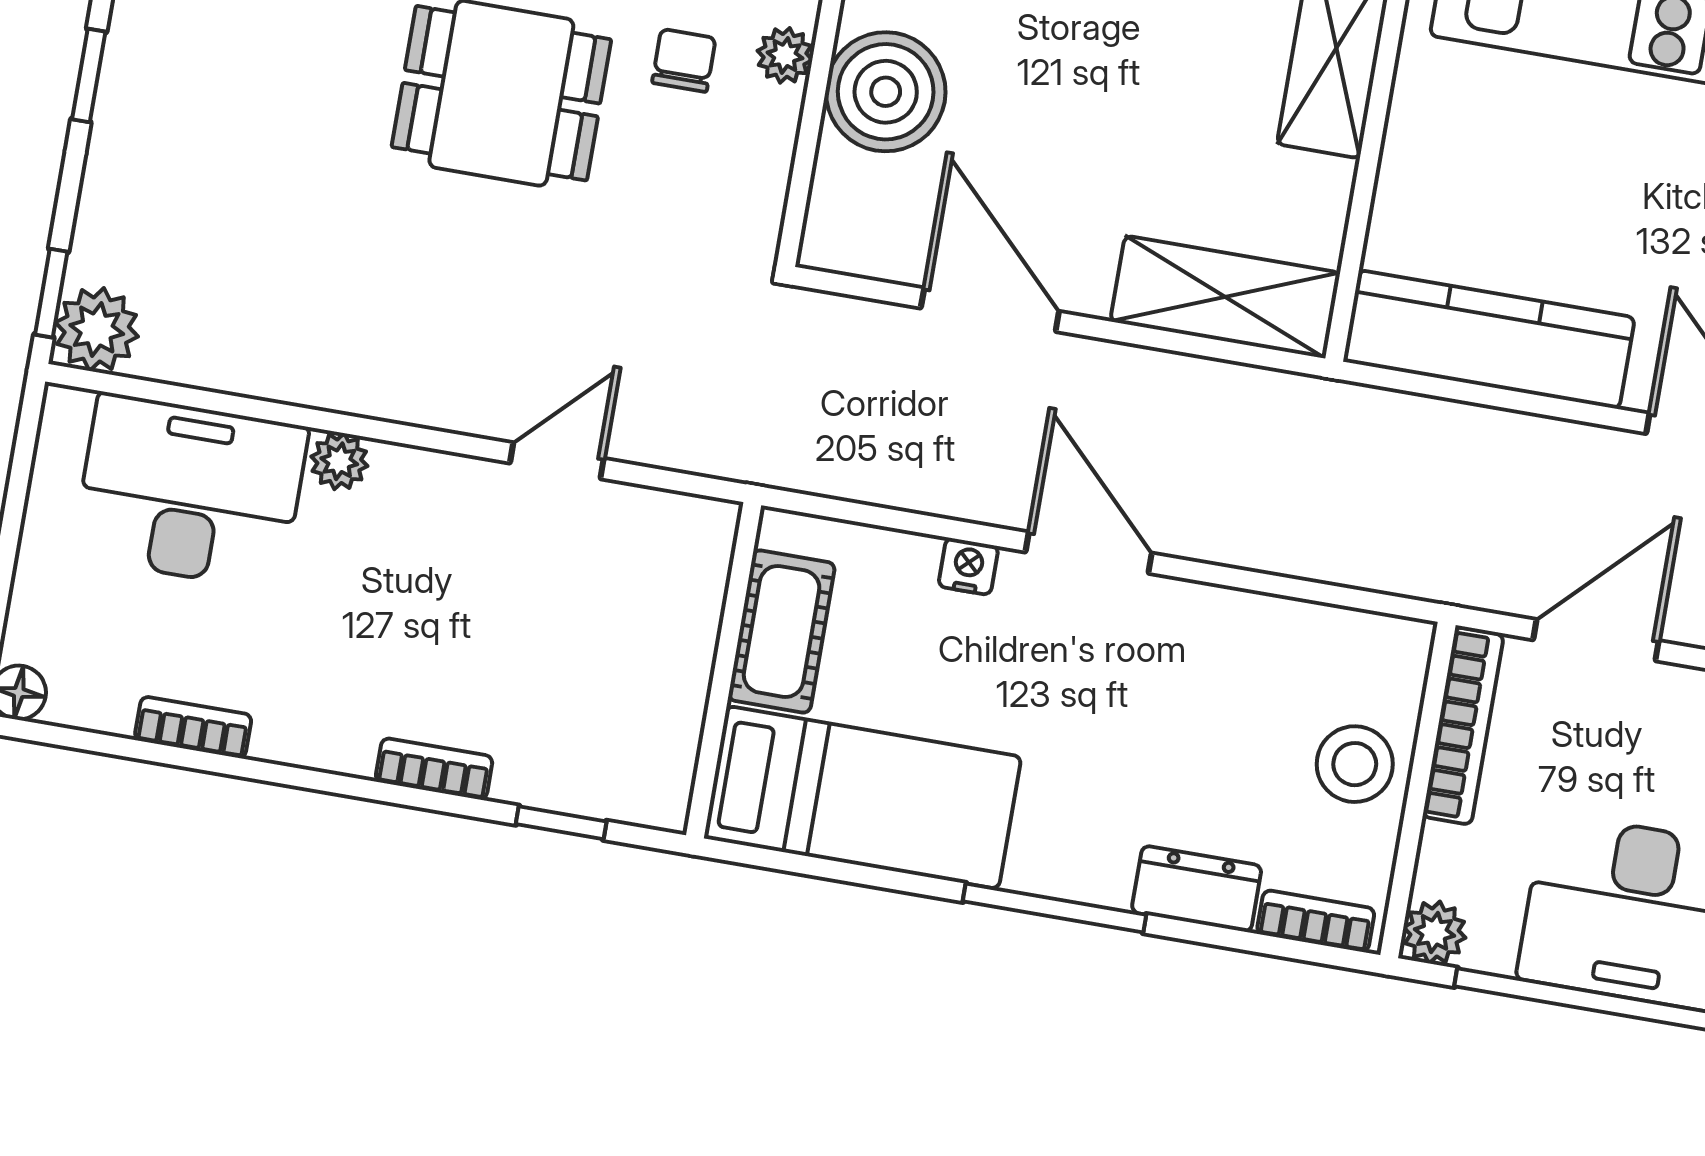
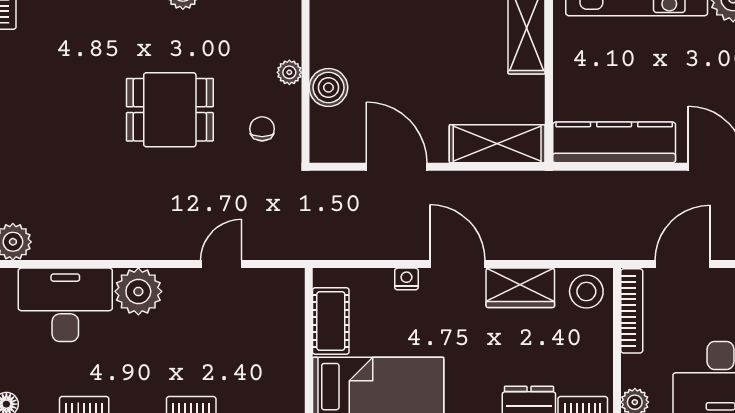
chair: (684, 60) -> (262, 129), moved
boiler: (886, 92) -> (328, 88), width x0.73, depth x0.73
plant: (339, 461) -> (138, 291), width x1.87, depth x1.87
wardrobe: (1221, 630) -> (520, 288), added
stool: (1355, 764) -> (586, 291), moved

